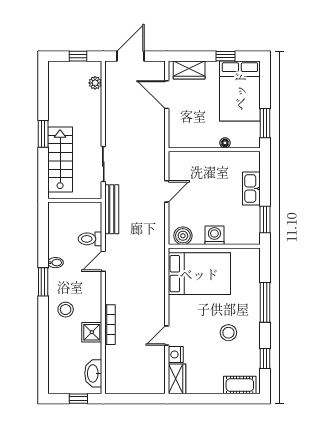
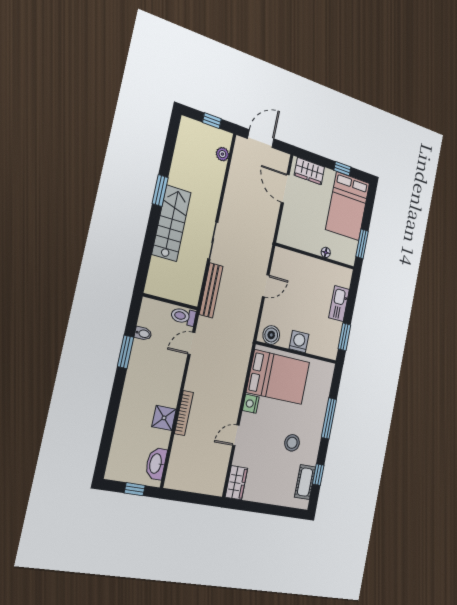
wall: (75, 200) -> (170, 302), moved
stool: (66, 310) -> (142, 388), removed
nightstand: (176, 354) -> (251, 404), moved
cot: (240, 385) -> (305, 482), moved, turned 90

